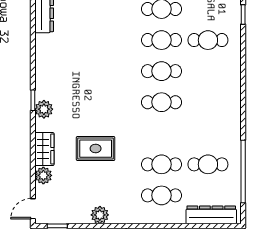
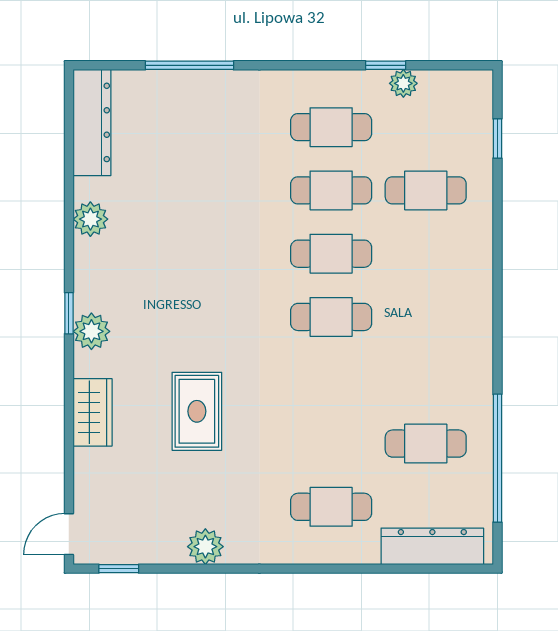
rug: (96, 149) -> (197, 411), turned 90
cafe table: (162, 164) -> (331, 444), removed
plant: (43, 175) -> (90, 219), moved

